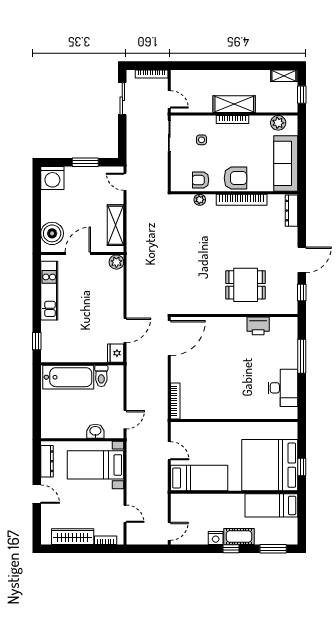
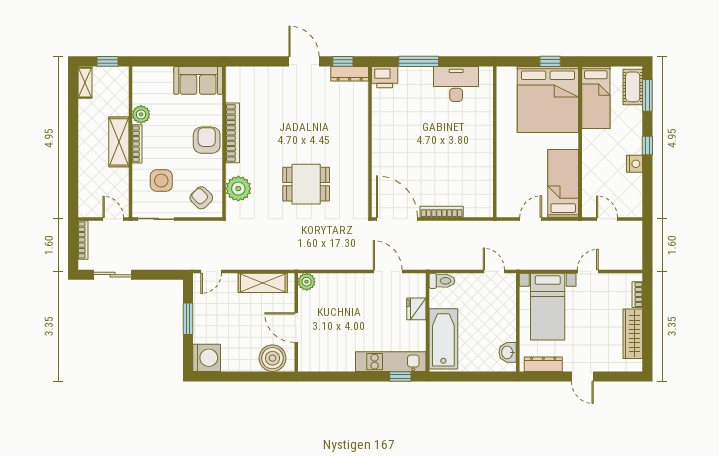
door: (169, 99) -> (113, 219), hinge flipped
plant: (278, 123) -> (141, 114), moved
side table: (202, 140) -> (161, 181), width x1.87, depth x1.87
sofa: (286, 163) -> (198, 80), width x0.73
armchair: (201, 180) -> (201, 198), moved, turned 135
plant: (200, 200) -> (238, 189), width x1.87, depth x1.87
dresser: (291, 211) -> (350, 74), moved
dining table: (246, 285) -> (306, 184), moved, turned 90
kitchen unit: (49, 291) -> (391, 362), moved
printer: (258, 326) -> (385, 77), moved, turned 90
fridge: (116, 353) -> (416, 309), moved, turned 90
toilet: (101, 376) -> (442, 281), moved
bookcase: (175, 401) -> (442, 212), moved
washbasin: (95, 431) -> (508, 352), moved
door: (37, 494) -> (582, 376), swing flipped
door: (125, 514) -> (588, 271), moved
door: (169, 531) -> (607, 219), moved
cot: (239, 537) -> (633, 87), moved

